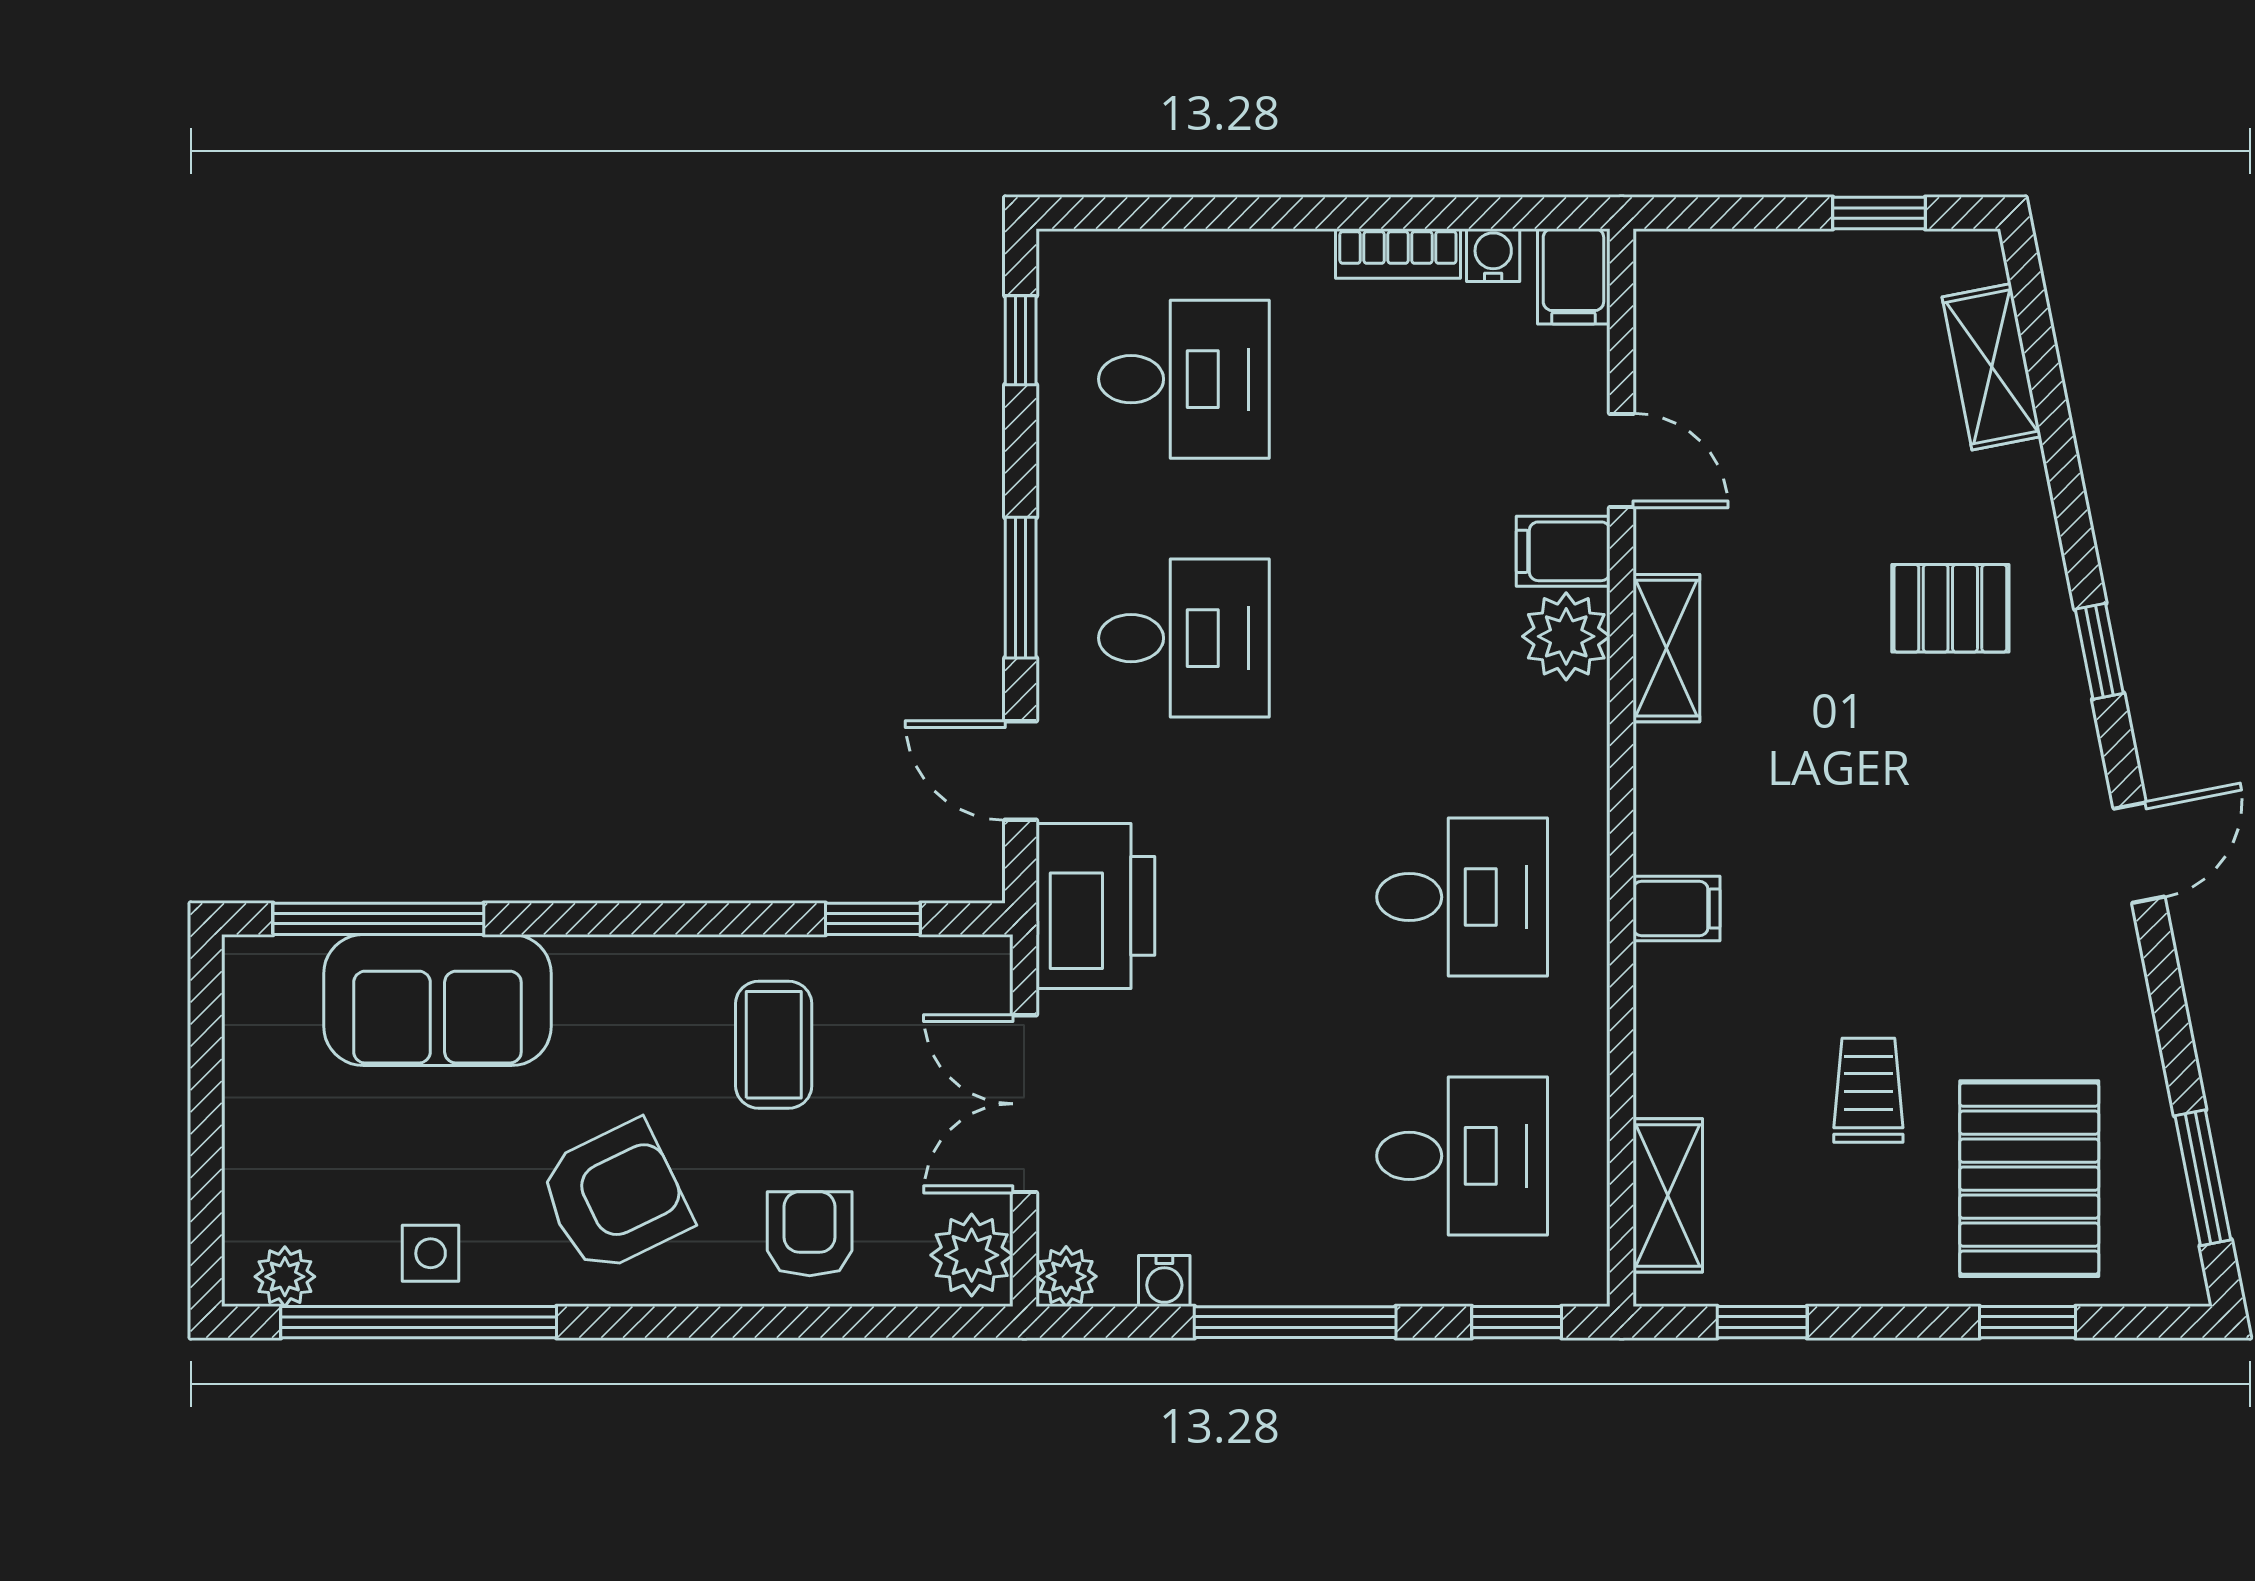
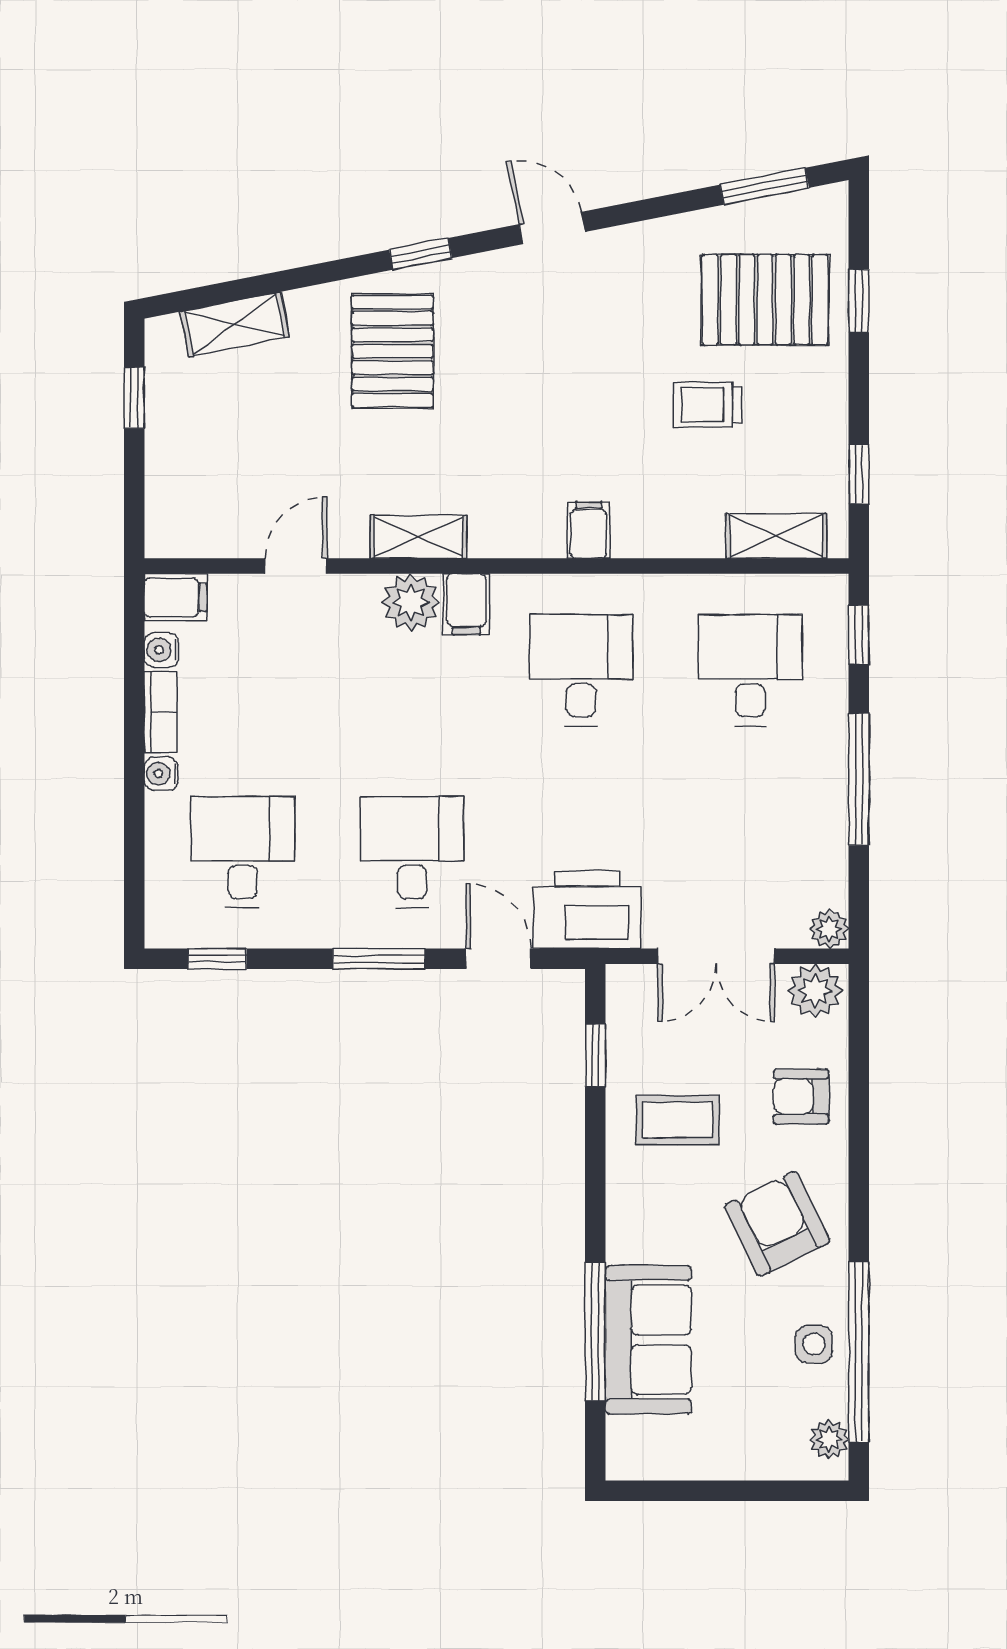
filing cabinet: (1563, 551) -> (466, 604), moved
pallet: (1950, 608) -> (392, 351), width x1.50, depth x1.42
door: (1021, 770) -> (498, 959), swing flipped
window: (378, 919) -> (595, 1332), moved
water cooler: (1164, 1281) -> (161, 774), moved, turned 180

